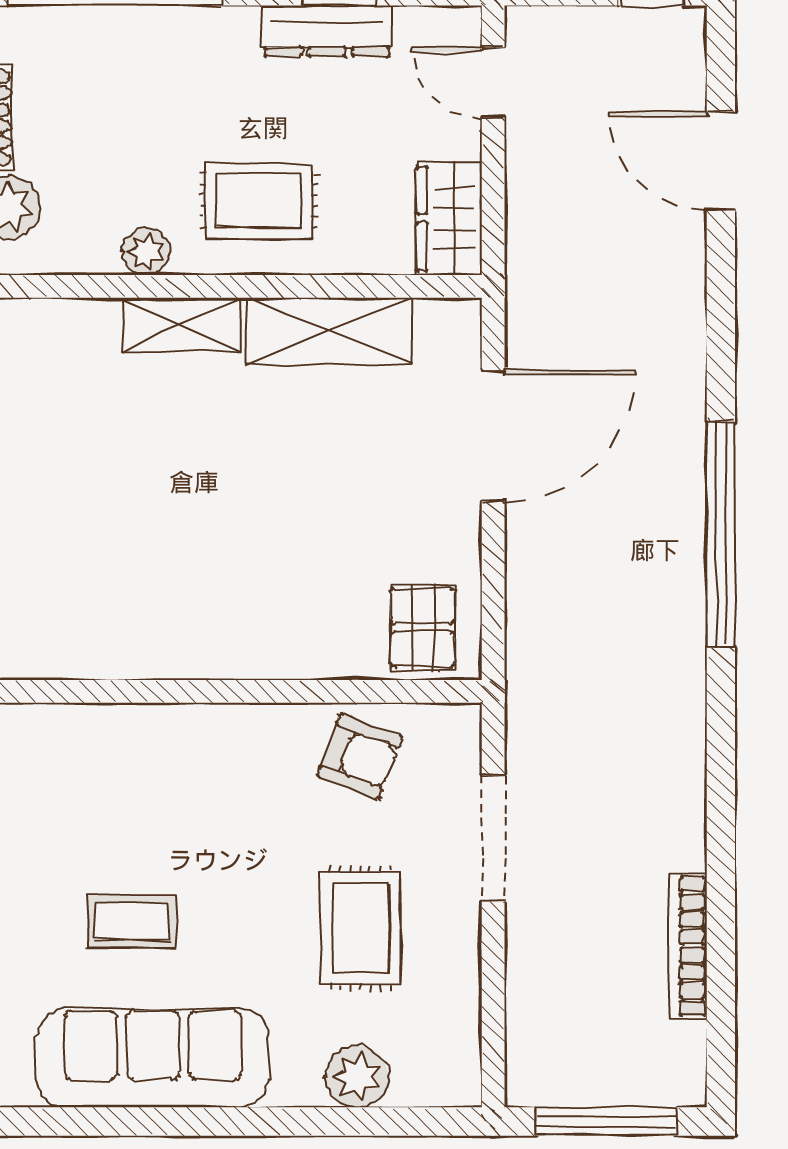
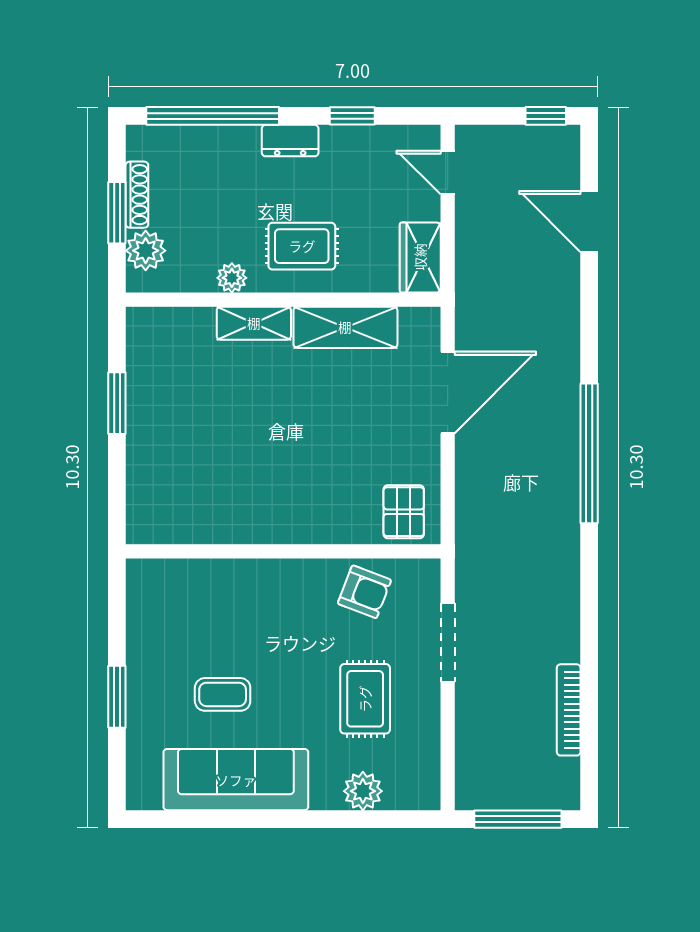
dresser: (327, 31) -> (290, 141), moved, width x0.70

